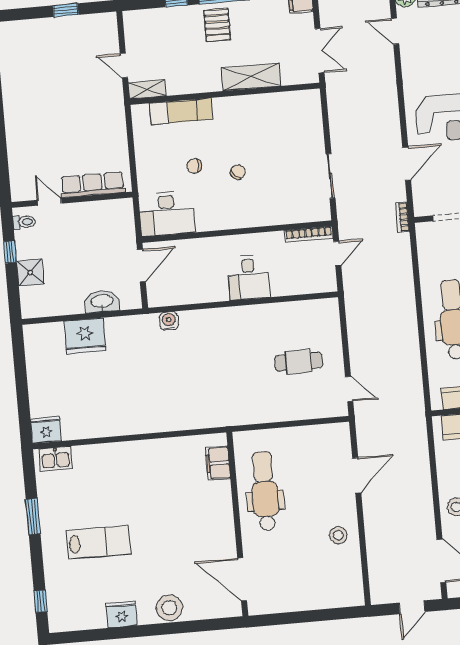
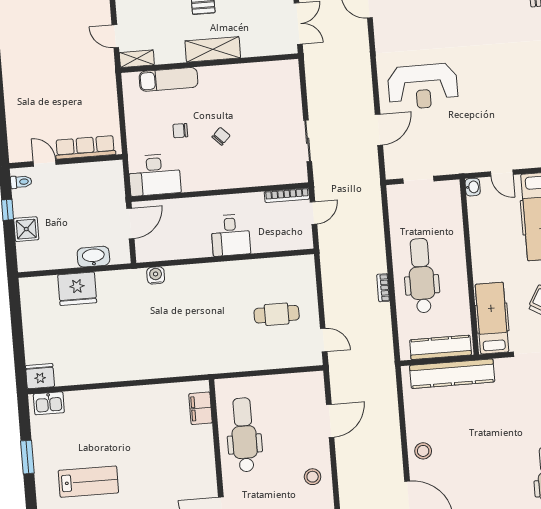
shelving: (251, 77) -> (213, 49), moved
bookcase: (402, 217) -> (383, 288), moved

